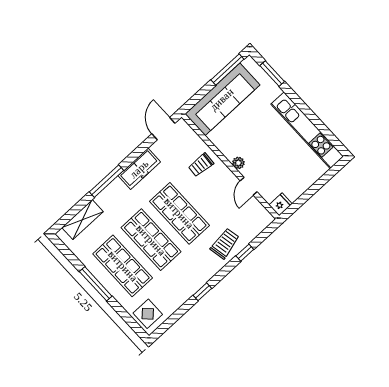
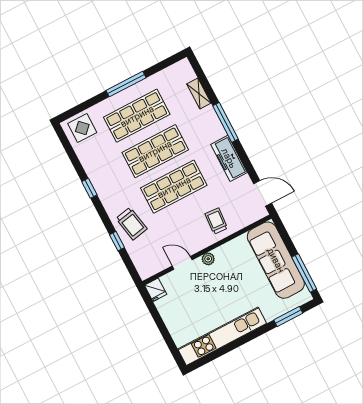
shelving: (82, 220) -> (199, 93), width x0.67, depth x0.75

